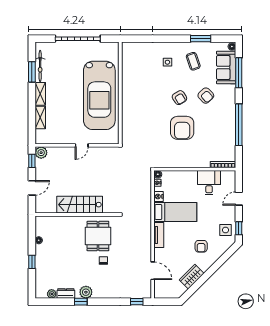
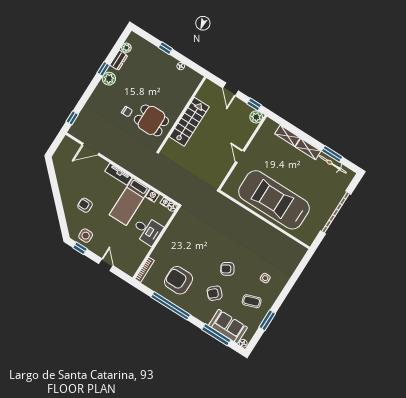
armchair: (182, 128) -> (179, 280), moved
desk: (209, 183) -> (147, 230), moved
wardrobe: (192, 277) -> (64, 180), removed

